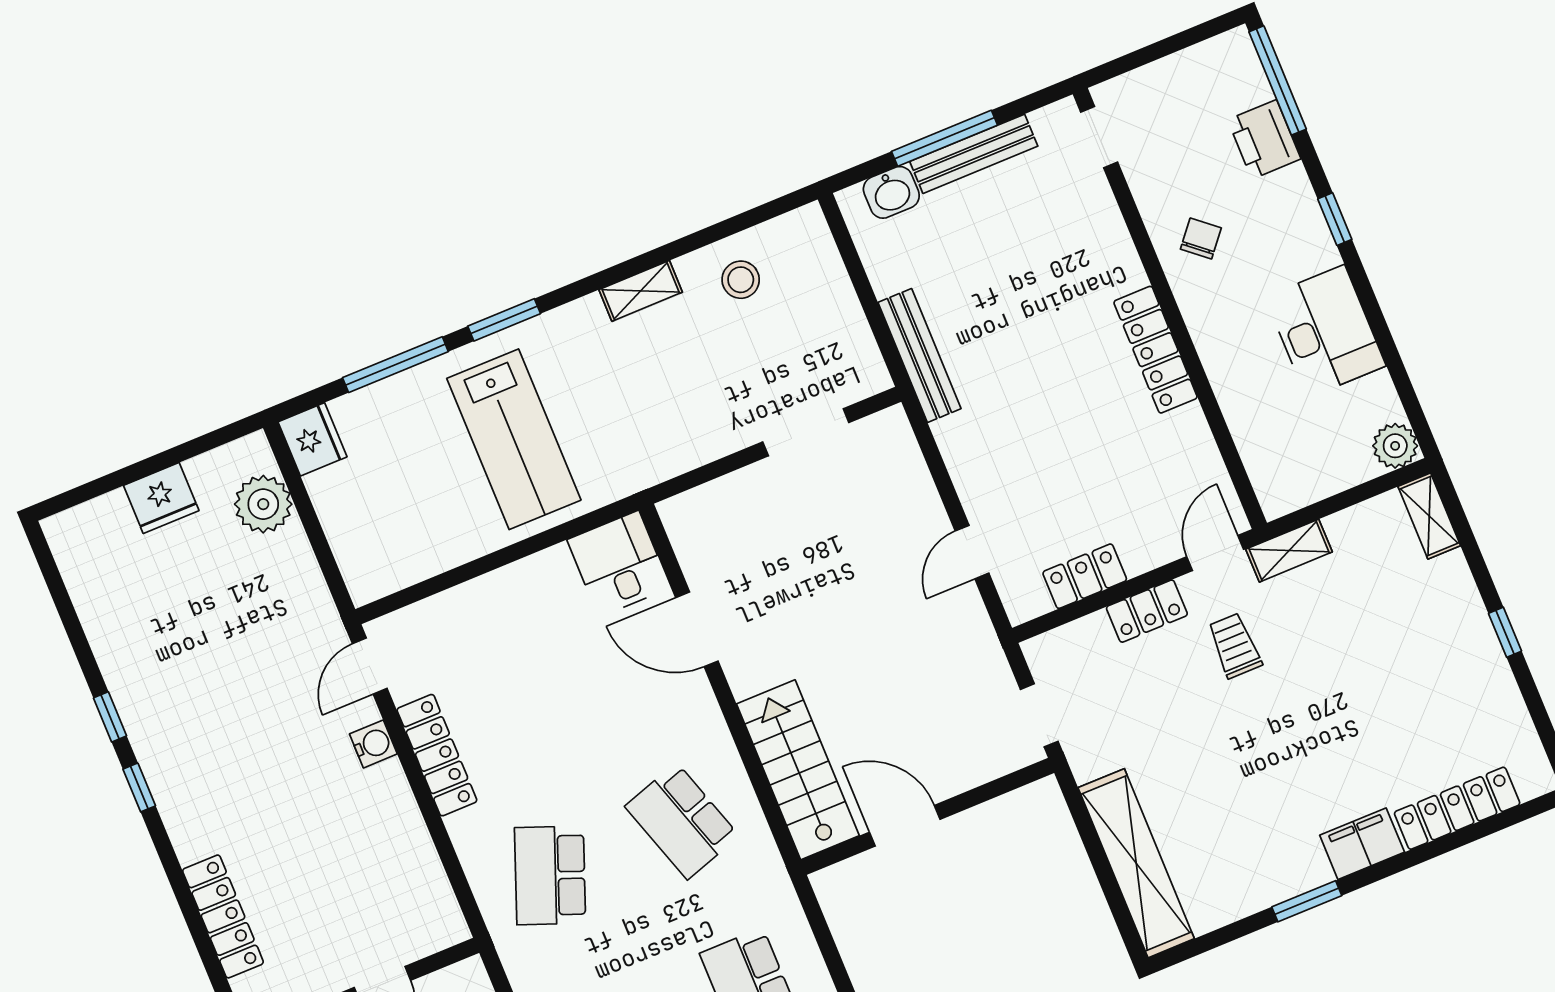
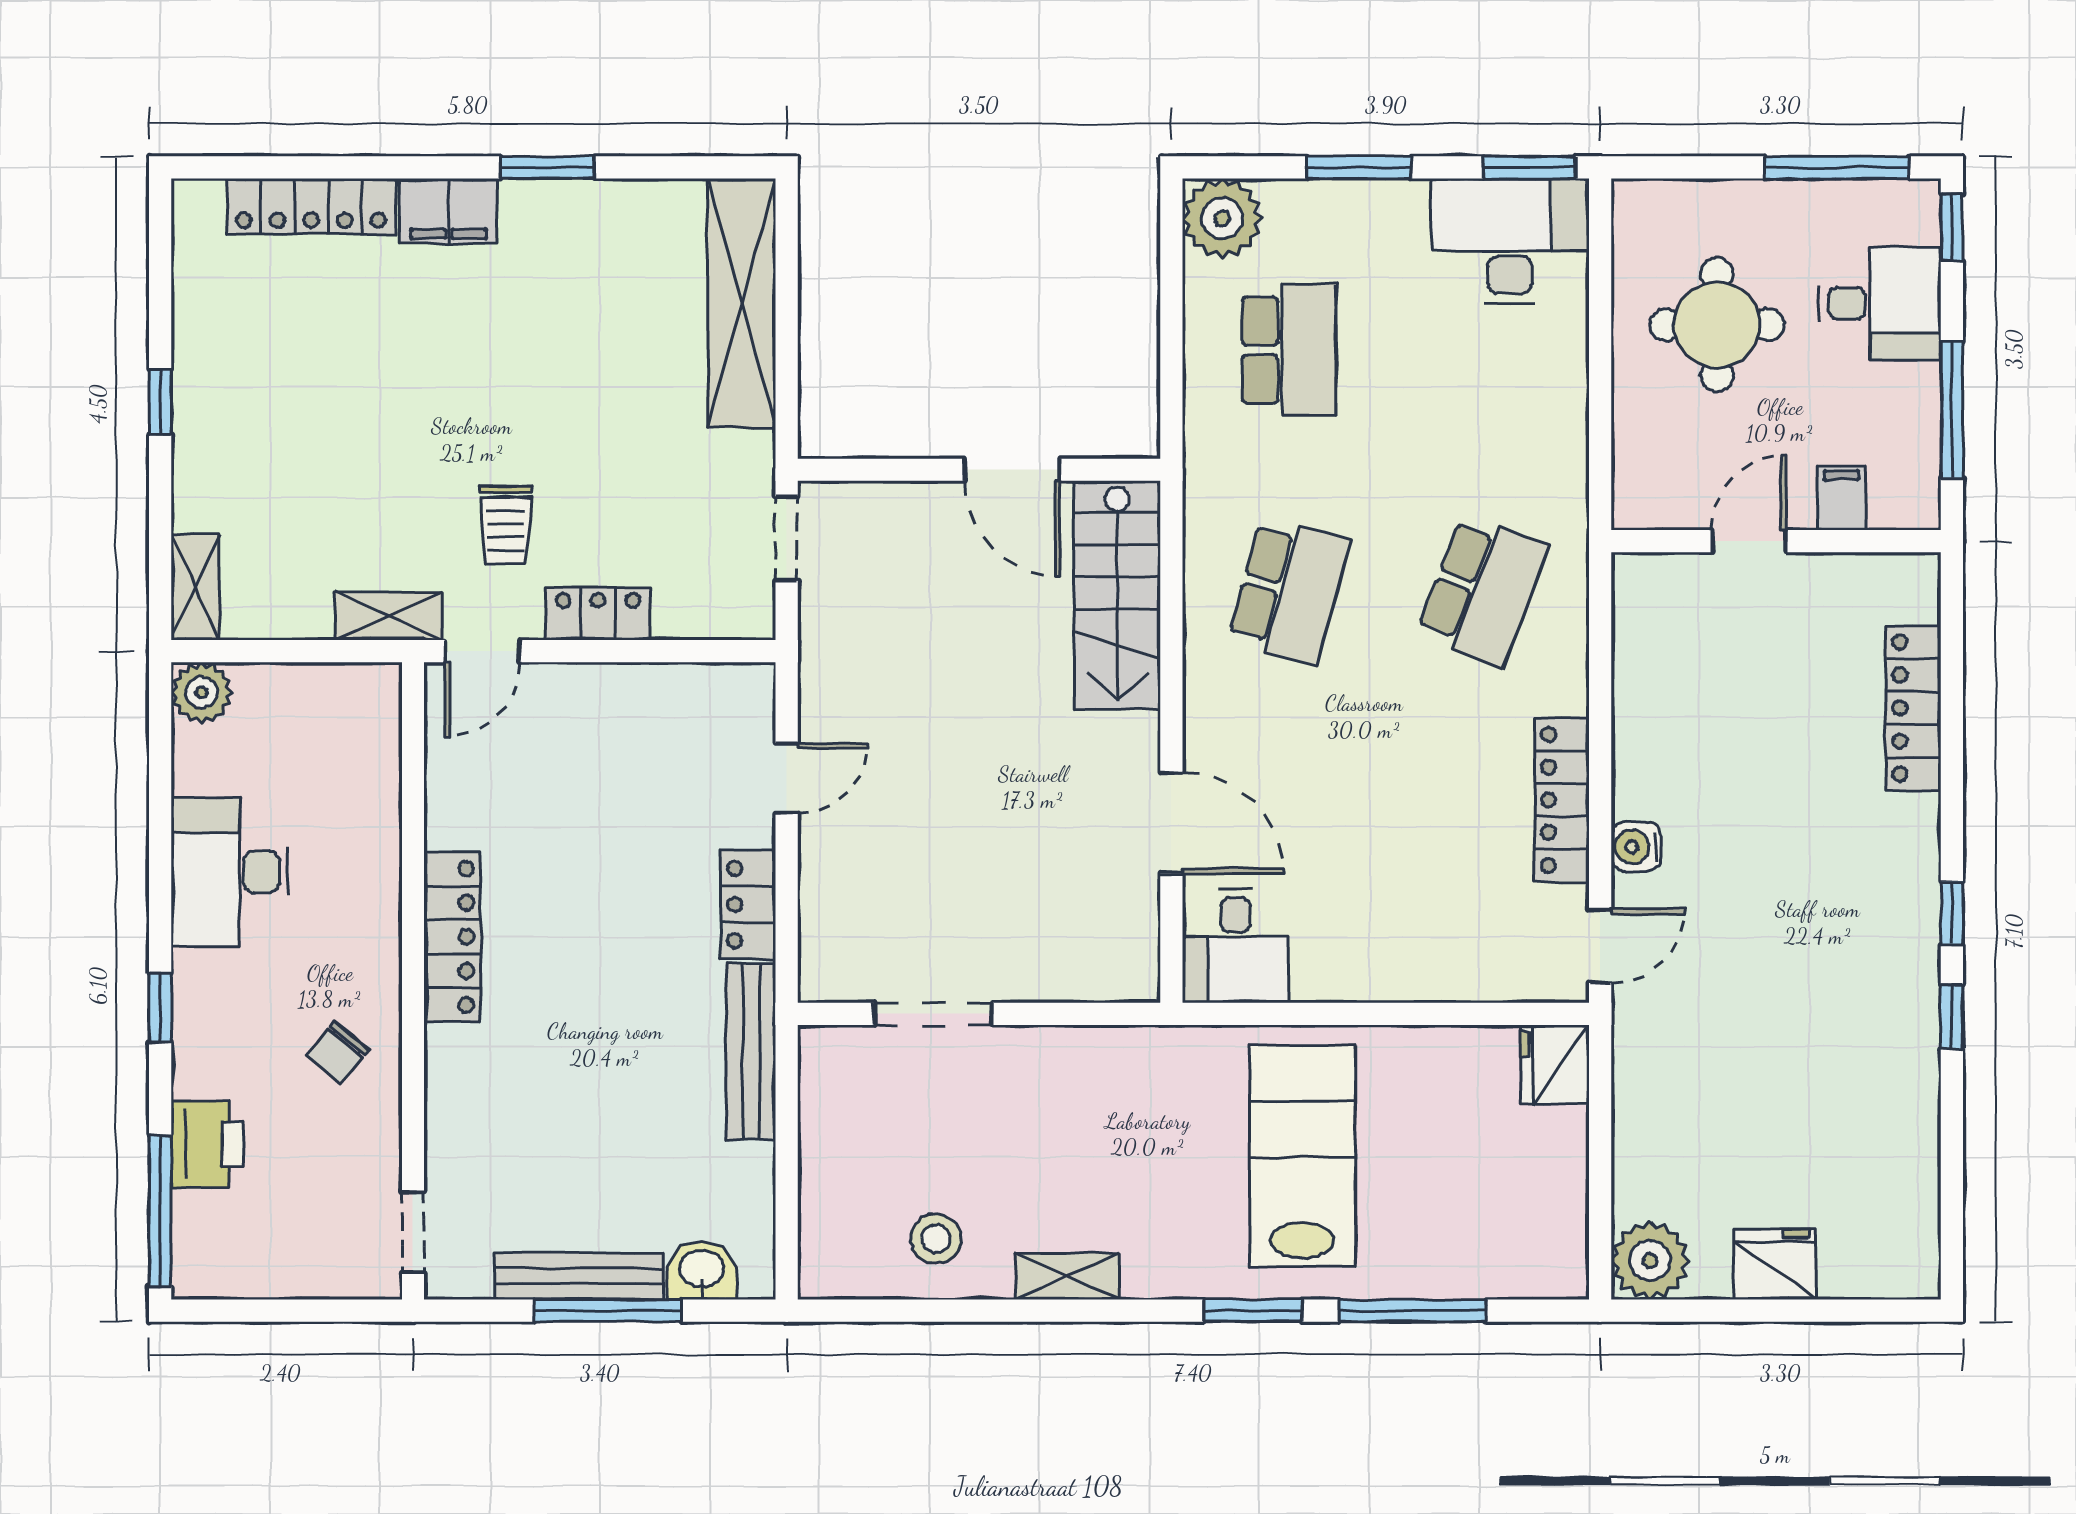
fridge: (313, 439) -> (1555, 1065), moved
plant: (263, 504) -> (1650, 1261), moved
locker: (1085, 576) -> (748, 905), moved, turned 90
school desk: (682, 821) -> (1289, 591), turned 33

